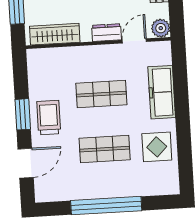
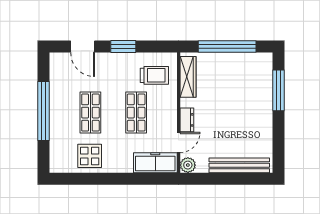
door: (134, 41) -> (179, 142), hinge flipped
freezer: (162, 92) -> (155, 163), moved
trolley: (49, 118) -> (154, 75), moved

